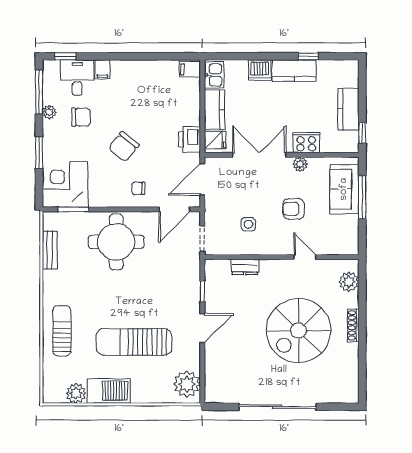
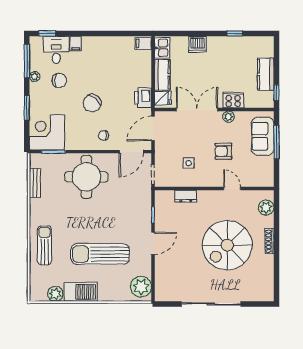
kitchen counter: (294, 71) -> (224, 45), removed

